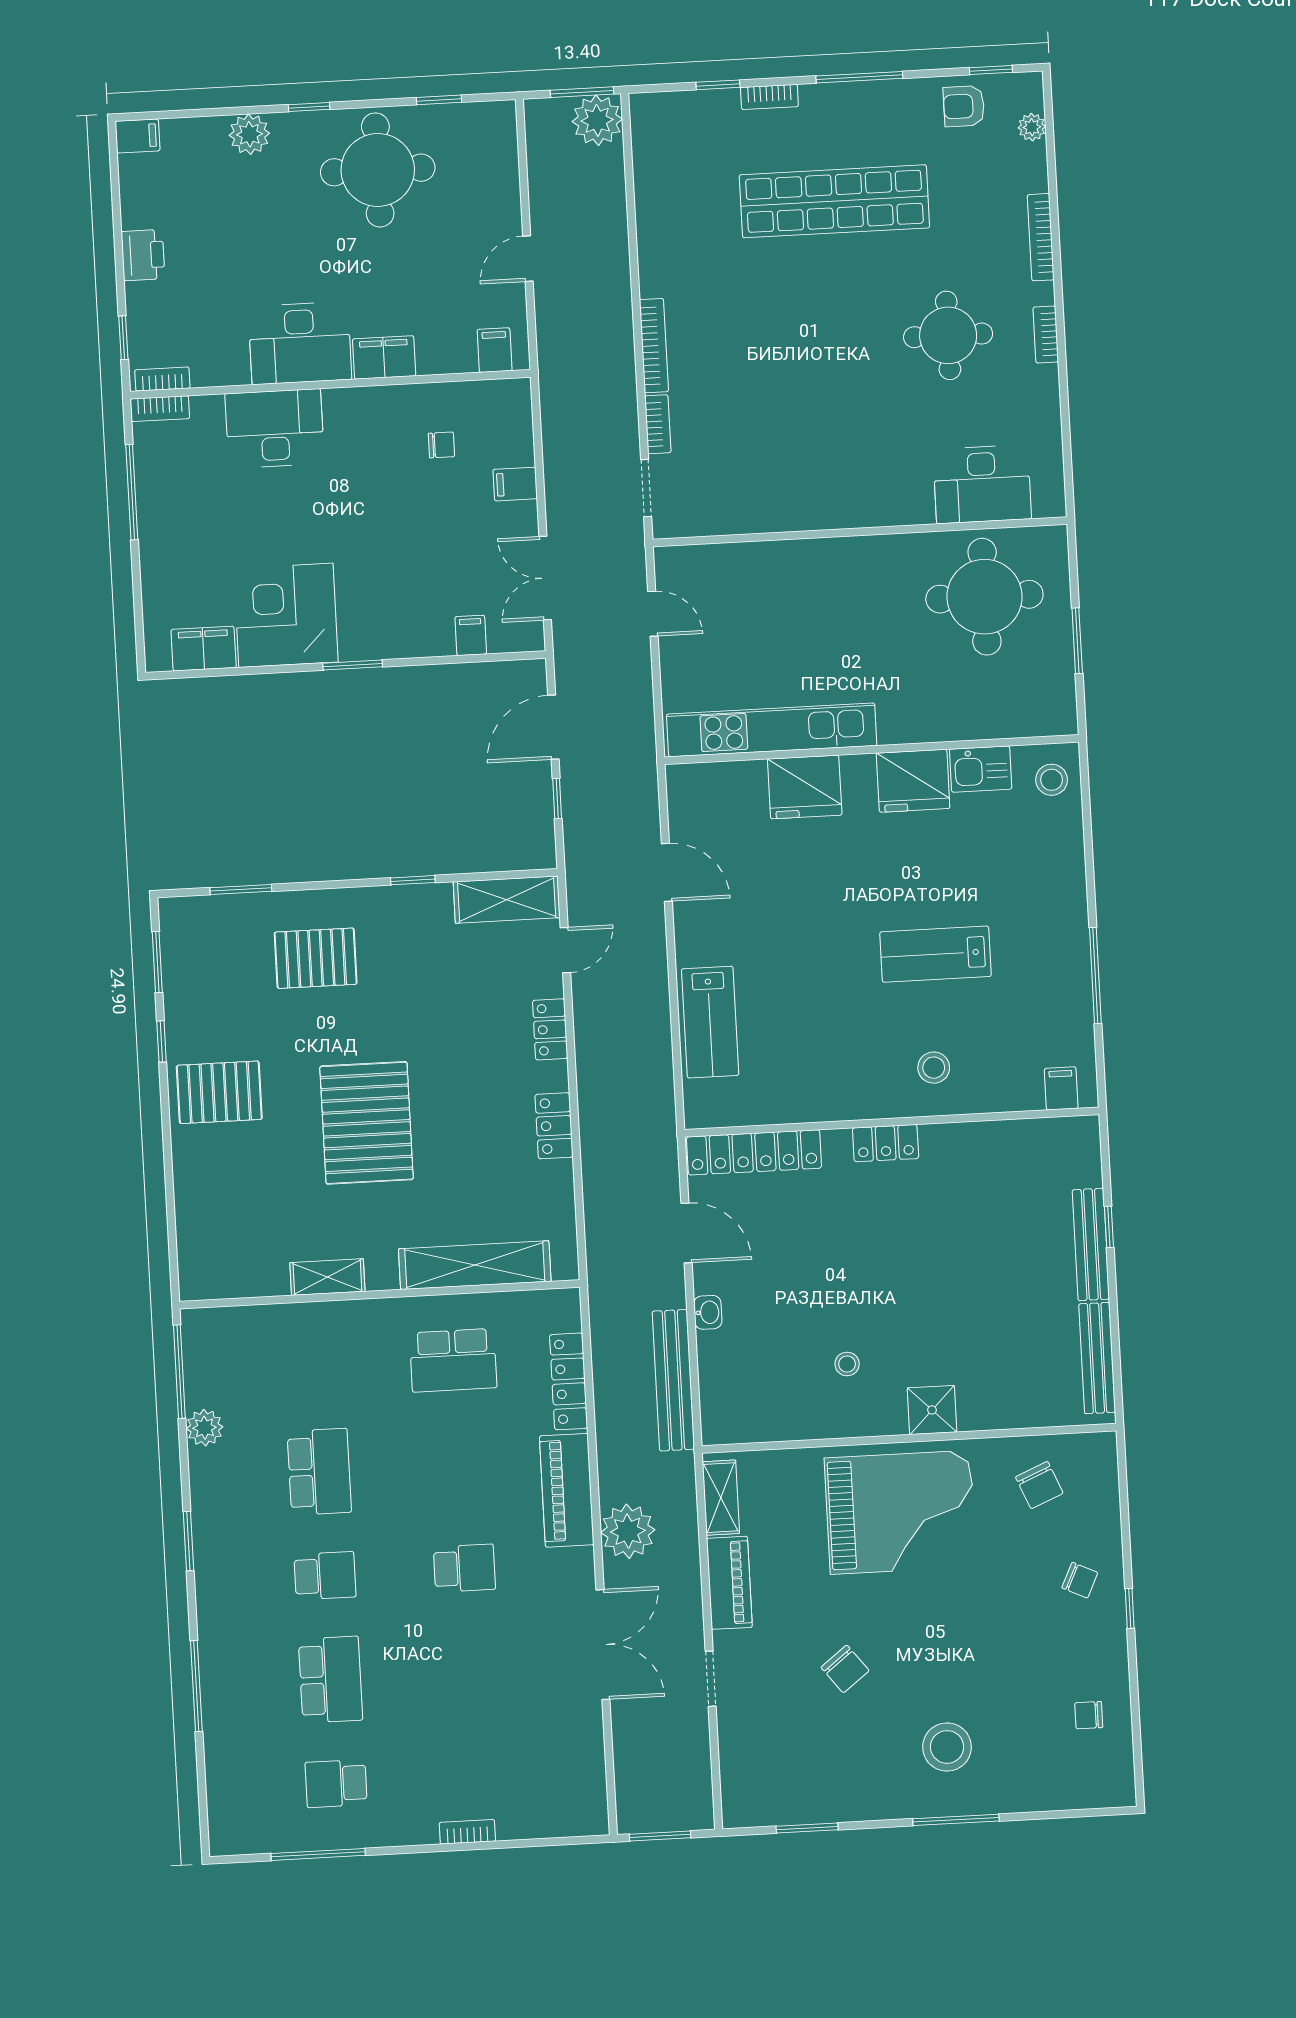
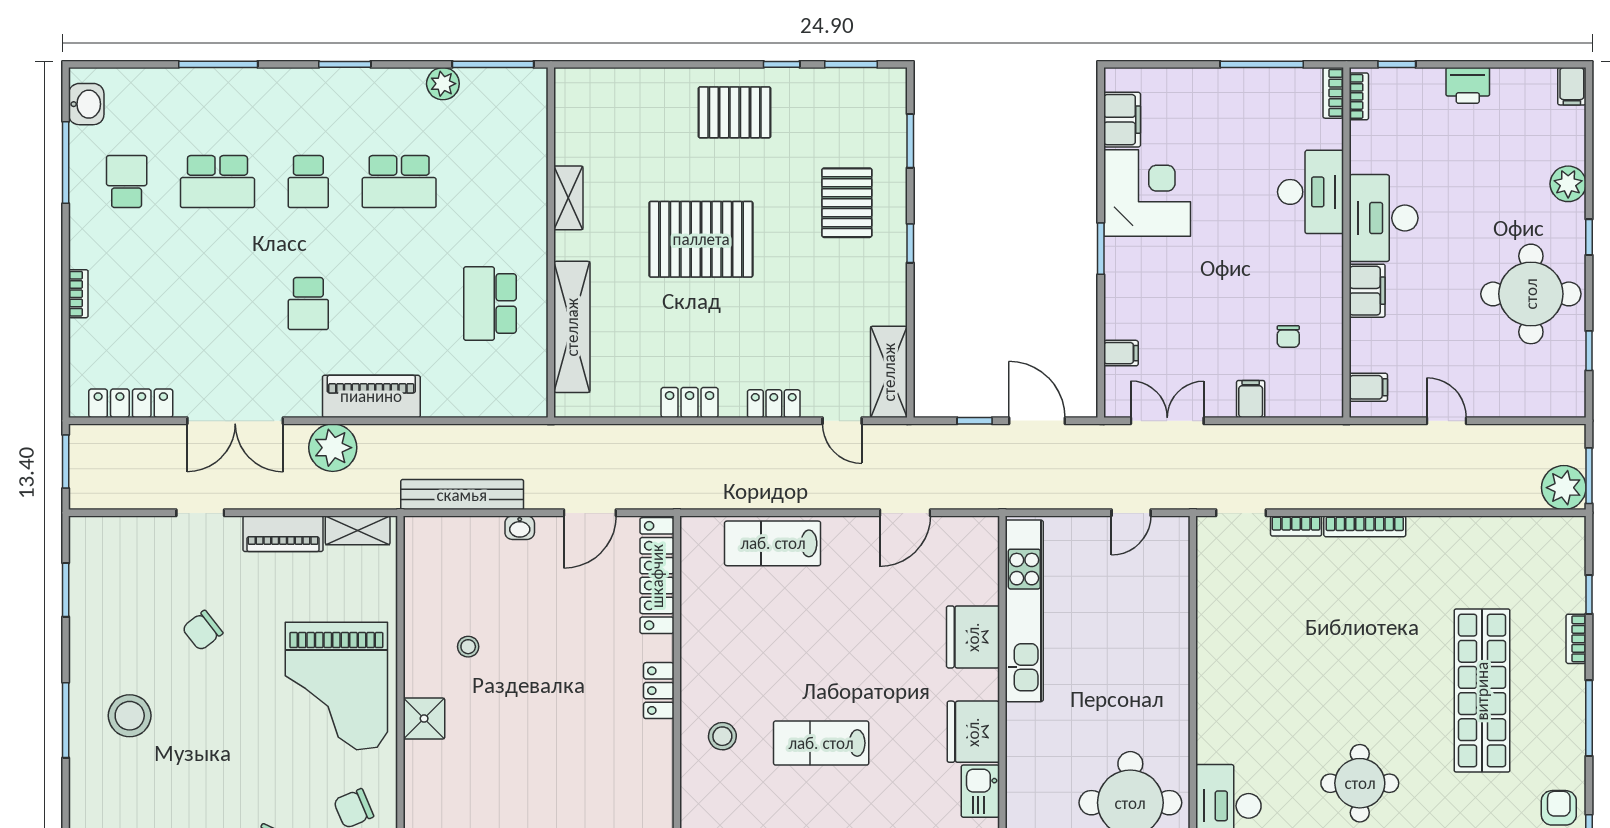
window: (413, 880) -> (910, 243), moved
lab bench: (935, 954) -> (821, 743), turned -90
pallet: (219, 1092) -> (735, 112), turned 90
locker: (569, 1381) -> (131, 403), moved
washbasin: (250, 1834) -> (86, 104), added

